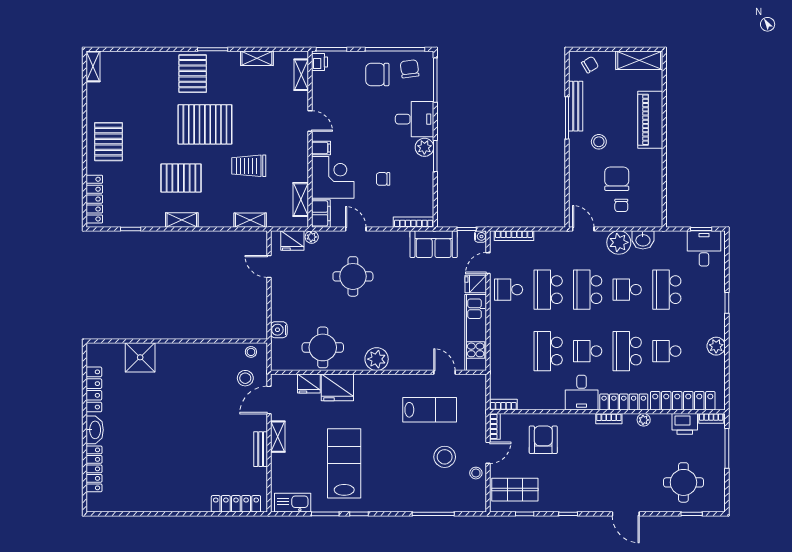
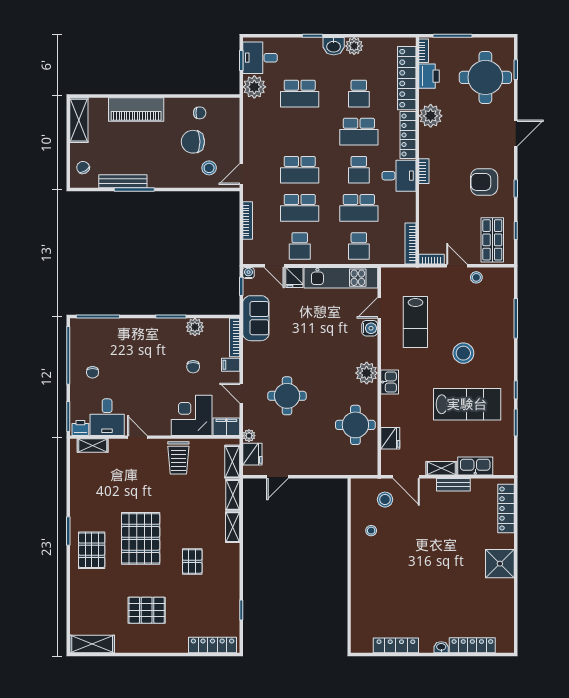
shelving: (257, 58) -> (77, 488), removed
shelving: (93, 66) -> (92, 644), width x1.50, depth x1.33
chair: (410, 69) -> (87, 341), removed
pallet: (193, 74) -> (92, 550), turned 90
chair: (377, 75) -> (93, 372), width x0.54, depth x0.54
desk: (415, 119) -> (107, 417), moved, turned 180
door: (310, 121) -> (137, 437), hinge flipped
pallet: (108, 142) -> (147, 610), moved
stool: (599, 142) -> (209, 168), moved
plant: (424, 147) -> (195, 327), moved
filing cabinet: (321, 148) -> (231, 365), moved, turned -90
trolley: (249, 166) -> (178, 458), moved
pallet: (181, 178) -> (192, 561), width x0.67, depth x0.71
shelving: (301, 200) -> (232, 462), moved, turned 90
chair: (621, 205) -> (200, 113), moved
shelving: (182, 220) -> (233, 527), moved
door: (356, 229) -> (241, 393), hinge flipped
bookcase: (514, 236) -> (248, 221), moved
washbasin: (643, 240) -> (334, 46), moved, turned 90
plant: (619, 242) -> (254, 87), moved
school desk: (627, 290) -> (359, 246), moved
water cooler: (279, 330) -> (370, 328), moved, turned -90
stool: (251, 352) -> (371, 531), moved
shower: (140, 357) -> (500, 564), moved
kitchen sink: (367, 383) -> (390, 382), added
fridge: (337, 387) -> (394, 411), removed
bookcase: (503, 405) -> (410, 244), width x1.56
lab bench: (430, 410) -> (415, 322), turned 180
bookcase: (609, 419) -> (424, 171), moved
plant: (644, 420) -> (431, 116), width x1.88, depth x1.88
washbasin: (95, 430) -> (441, 647), width x0.52, depth x0.69
armchair: (543, 440) -> (484, 182), moved
stool: (445, 457) -> (463, 353), moved
lab bench: (344, 463) -> (467, 404), turned 180
round table: (683, 482) -> (485, 77), width x1.36, depth x1.36
kitchen sink: (293, 503) -> (475, 466), moved, turned 90

